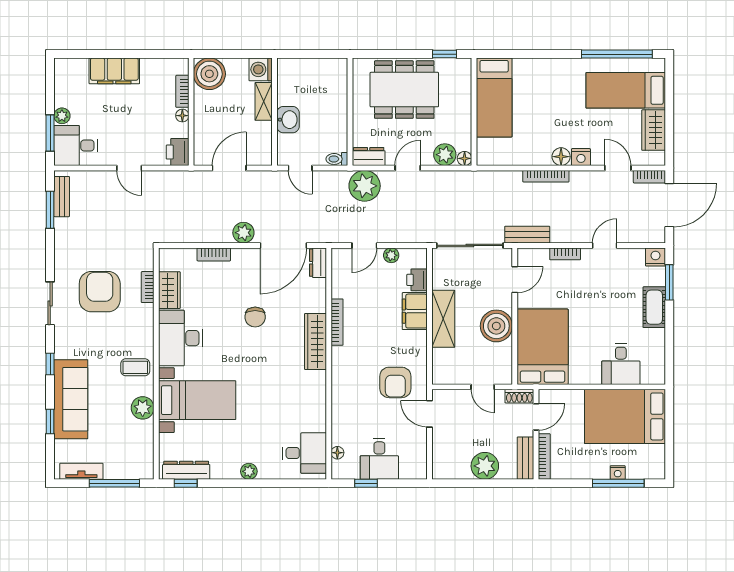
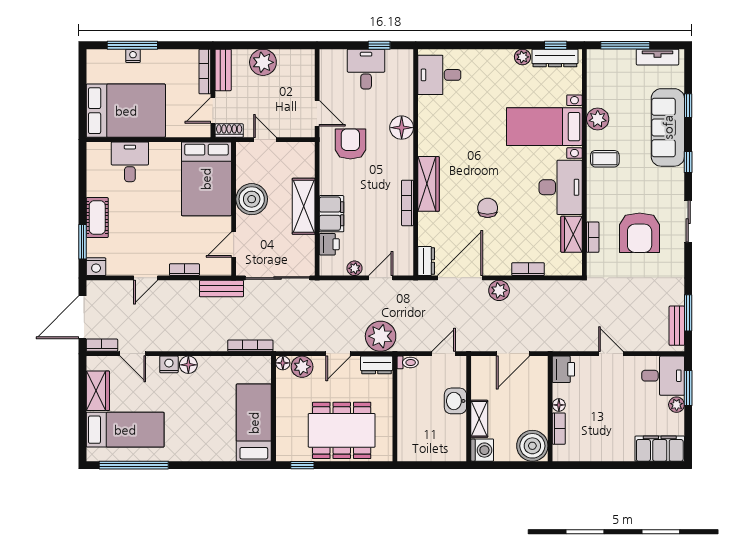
filing cabinet: (114, 71) -> (660, 449), moved
door: (300, 168) -> (444, 354), hinge flipped
bookcase: (546, 176) -> (250, 346), moved
floor lamp: (337, 453) -> (402, 128), moved, width x1.89, depth x1.89
plant: (249, 471) -> (523, 57), moved

